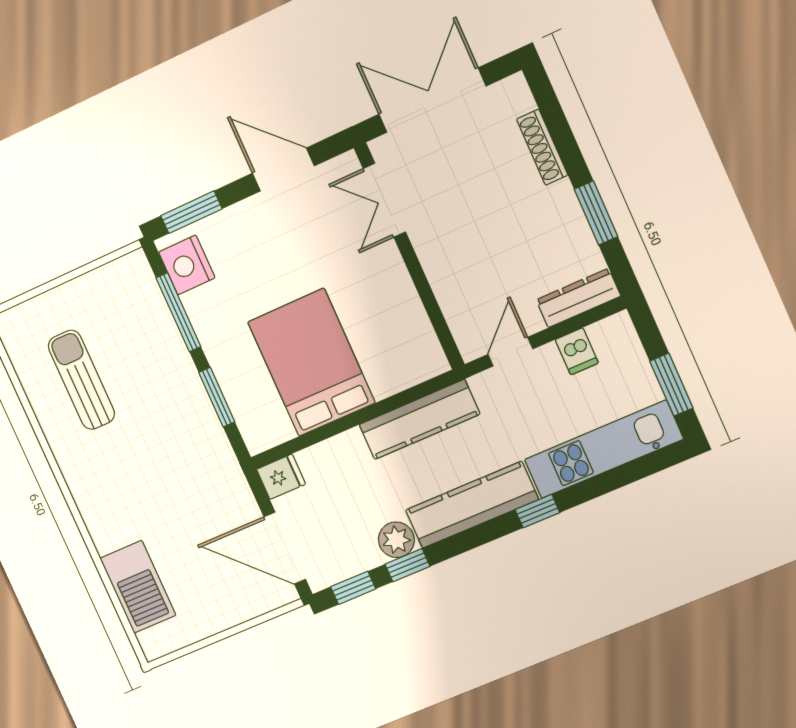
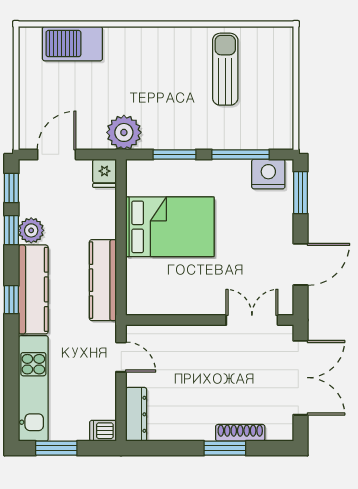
window: (596, 213) -> (225, 448), moved
dishwasher: (577, 351) -> (103, 431), moved
sun lounger: (81, 380) -> (225, 69), turned -90
plant: (218, 474) -> (124, 132), added
window: (537, 511) -> (11, 300), moved
door: (285, 548) -> (57, 154), width x0.73

